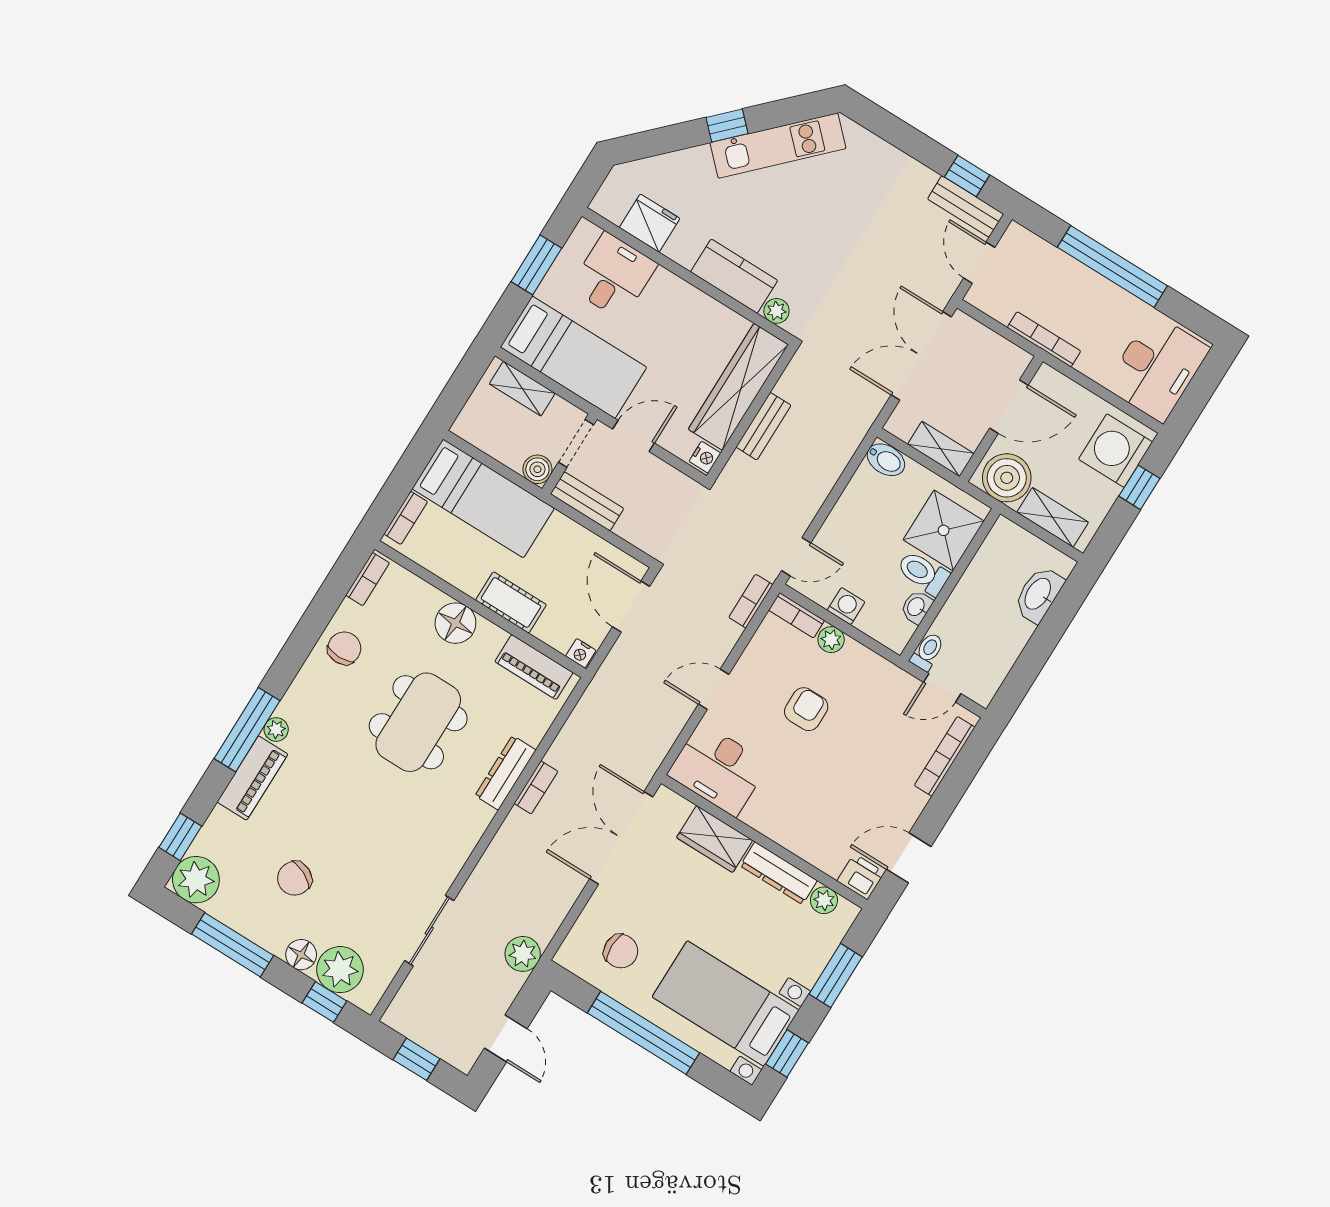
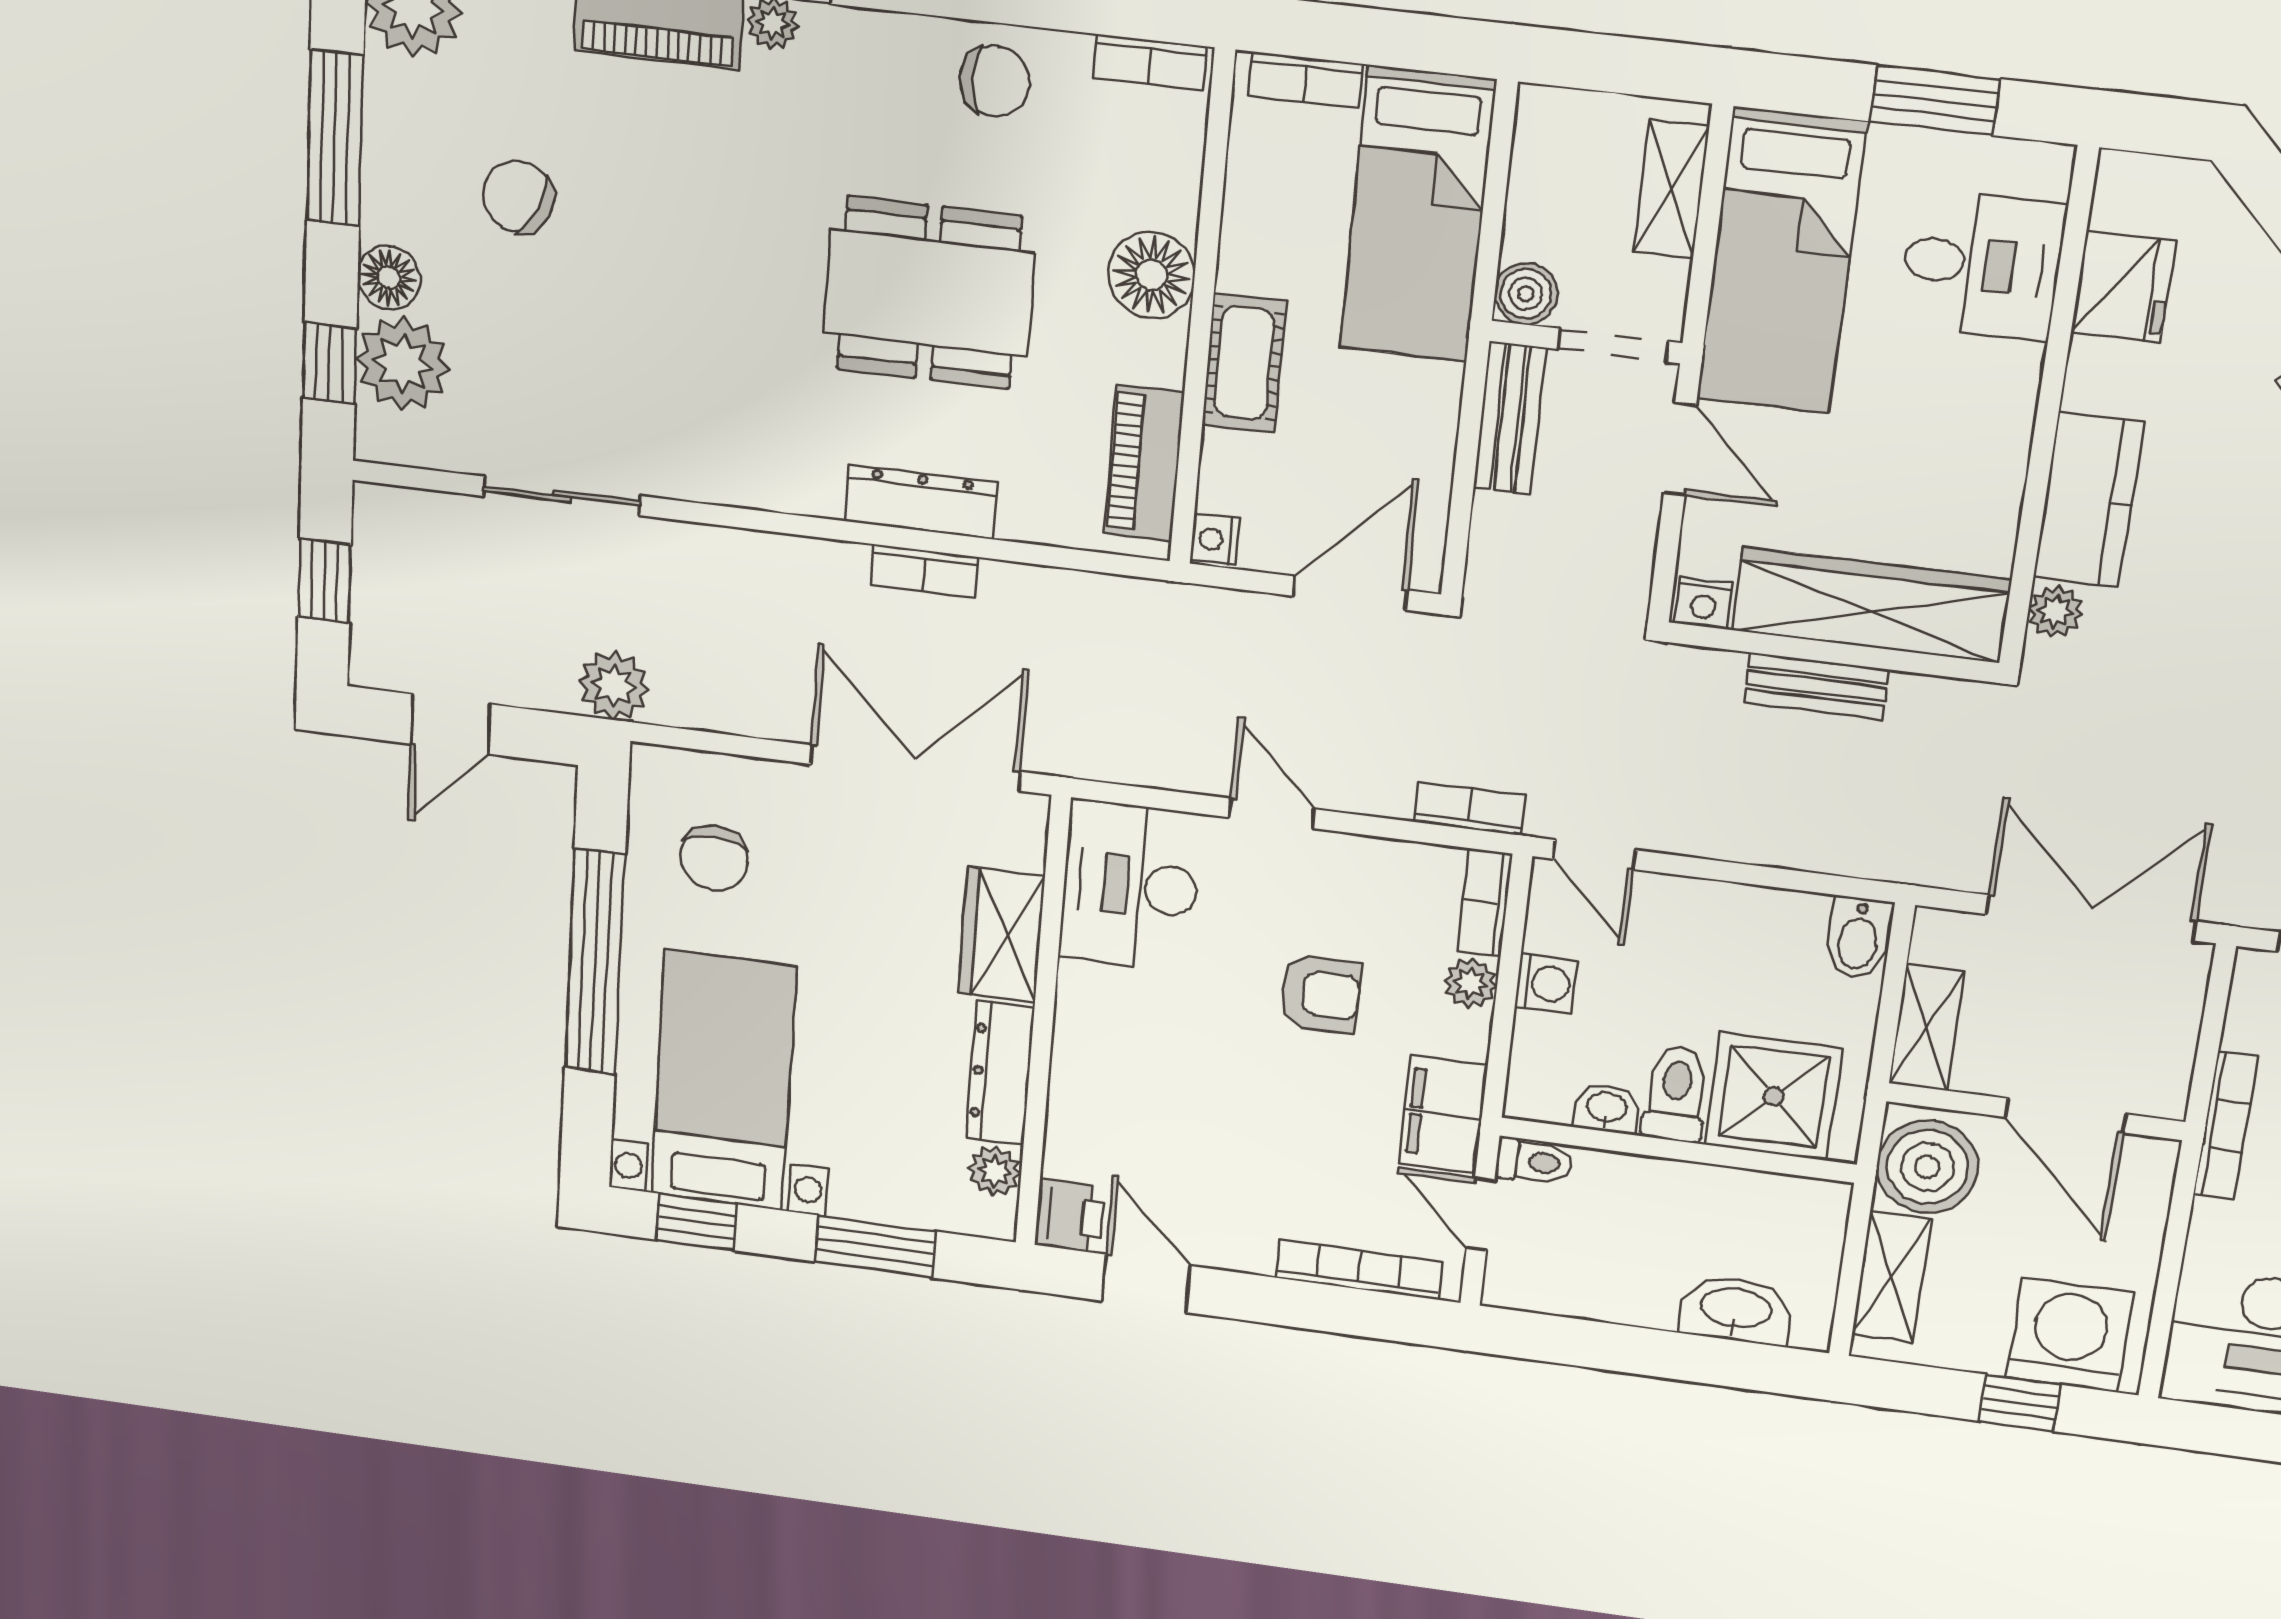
filing cabinet: (887, 682) -> (1443, 1114), added

